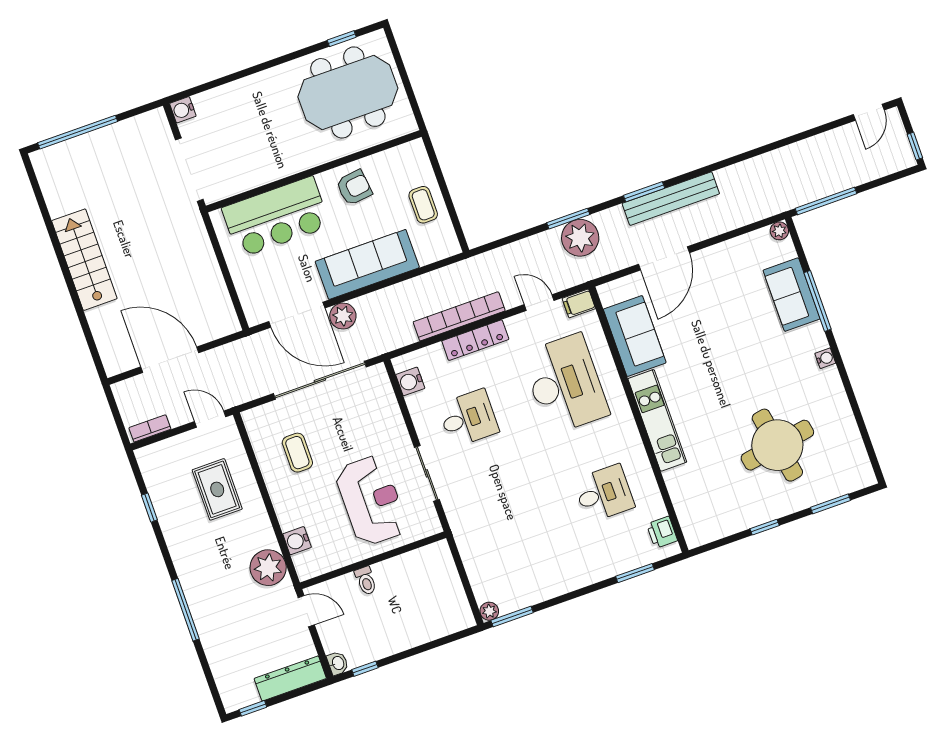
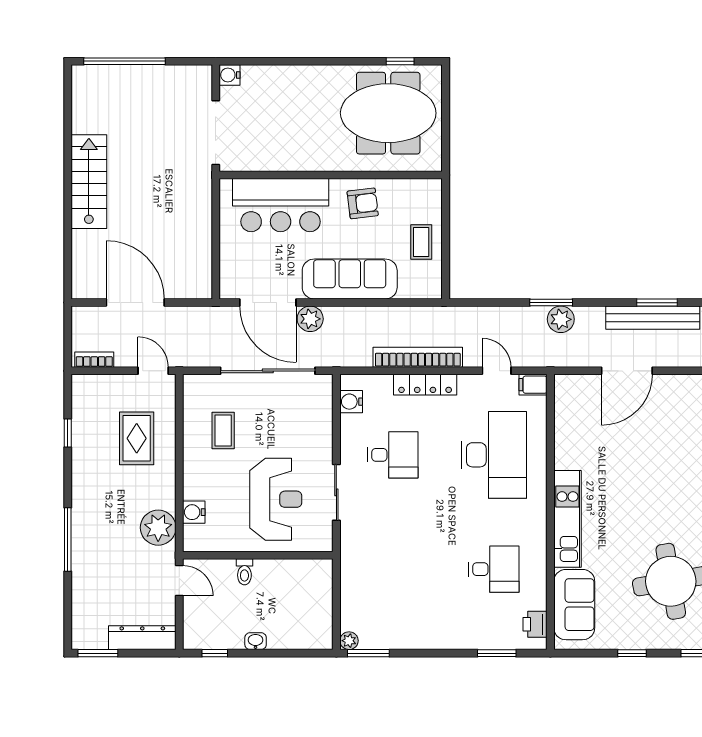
window: (644, 192) -> (657, 303), moved
plant: (580, 238) -> (561, 319), width x0.73, depth x0.73
sofa: (635, 336) -> (574, 605), moved
washbasin: (338, 663) -> (256, 641), moved, turned -90
window: (253, 708) -> (98, 653), width x1.50

